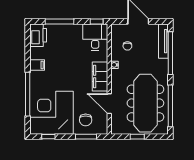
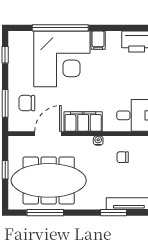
window: (170, 53) -> (114, 213), width x0.47
window: (170, 106) -> (45, 213), width x0.68
corner desk: (52, 113) -> (62, 59), moved, turned 90

